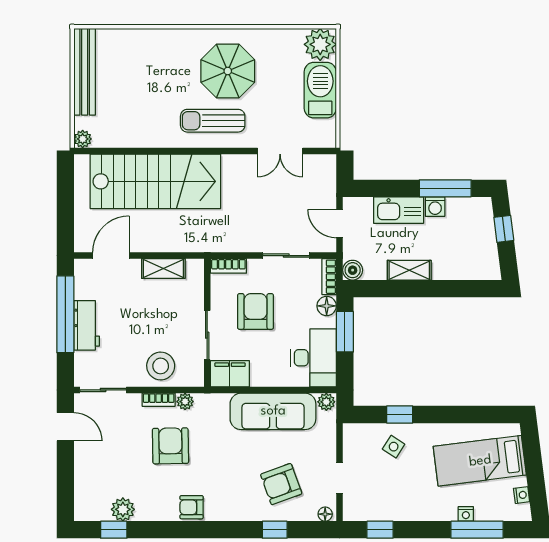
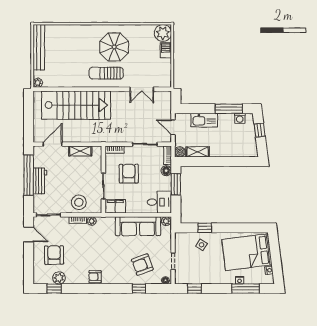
barbecue: (320, 90) -> (166, 50), width x0.53, depth x0.65
washing machine: (435, 207) -> (240, 118), moved
shelving: (409, 270) -> (198, 152), moved
desk: (314, 358) -> (159, 202), width x0.73
armchair: (170, 446) -> (54, 255), moved
bed: (480, 461) -> (247, 252), width x1.50

